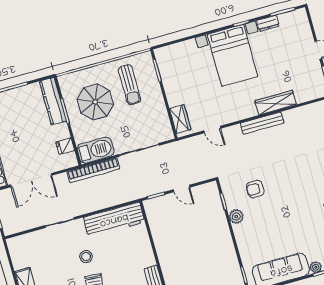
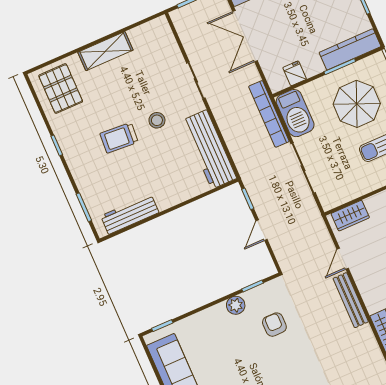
bench: (262, 123) -> (351, 300), moved

